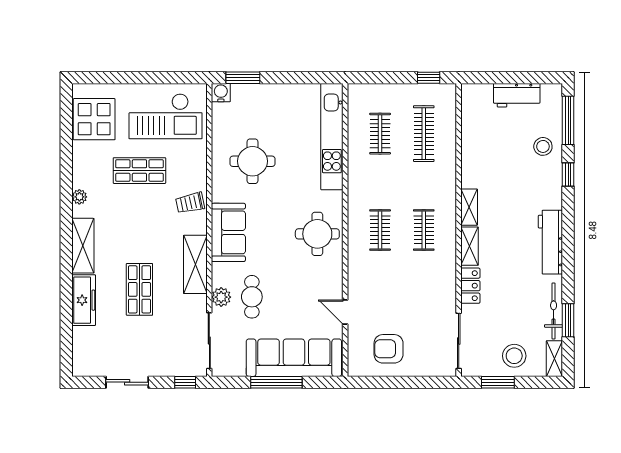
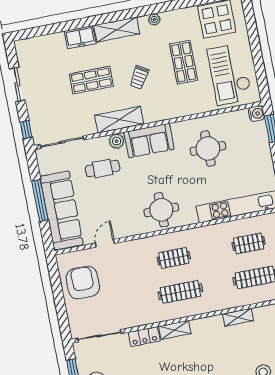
trolley: (190, 203) -> (139, 77), moved, turned -137
shelving: (469, 207) -> (238, 317), moved
clothes rail: (424, 230) -> (180, 292), width x1.36
plant: (221, 297) -> (117, 141), moved
freezer: (84, 300) -> (80, 37), width x0.71
armchair: (389, 349) -> (83, 283), width x1.36, depth x1.36

